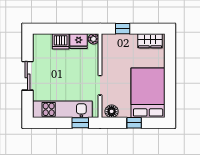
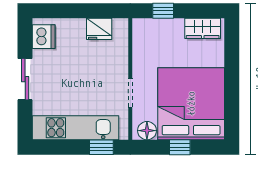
plant: (93, 39) -> (121, 26), removed
dishwasher: (61, 41) -> (44, 37), moved, turned -90
bed: (148, 93) -> (191, 104), width x1.36

